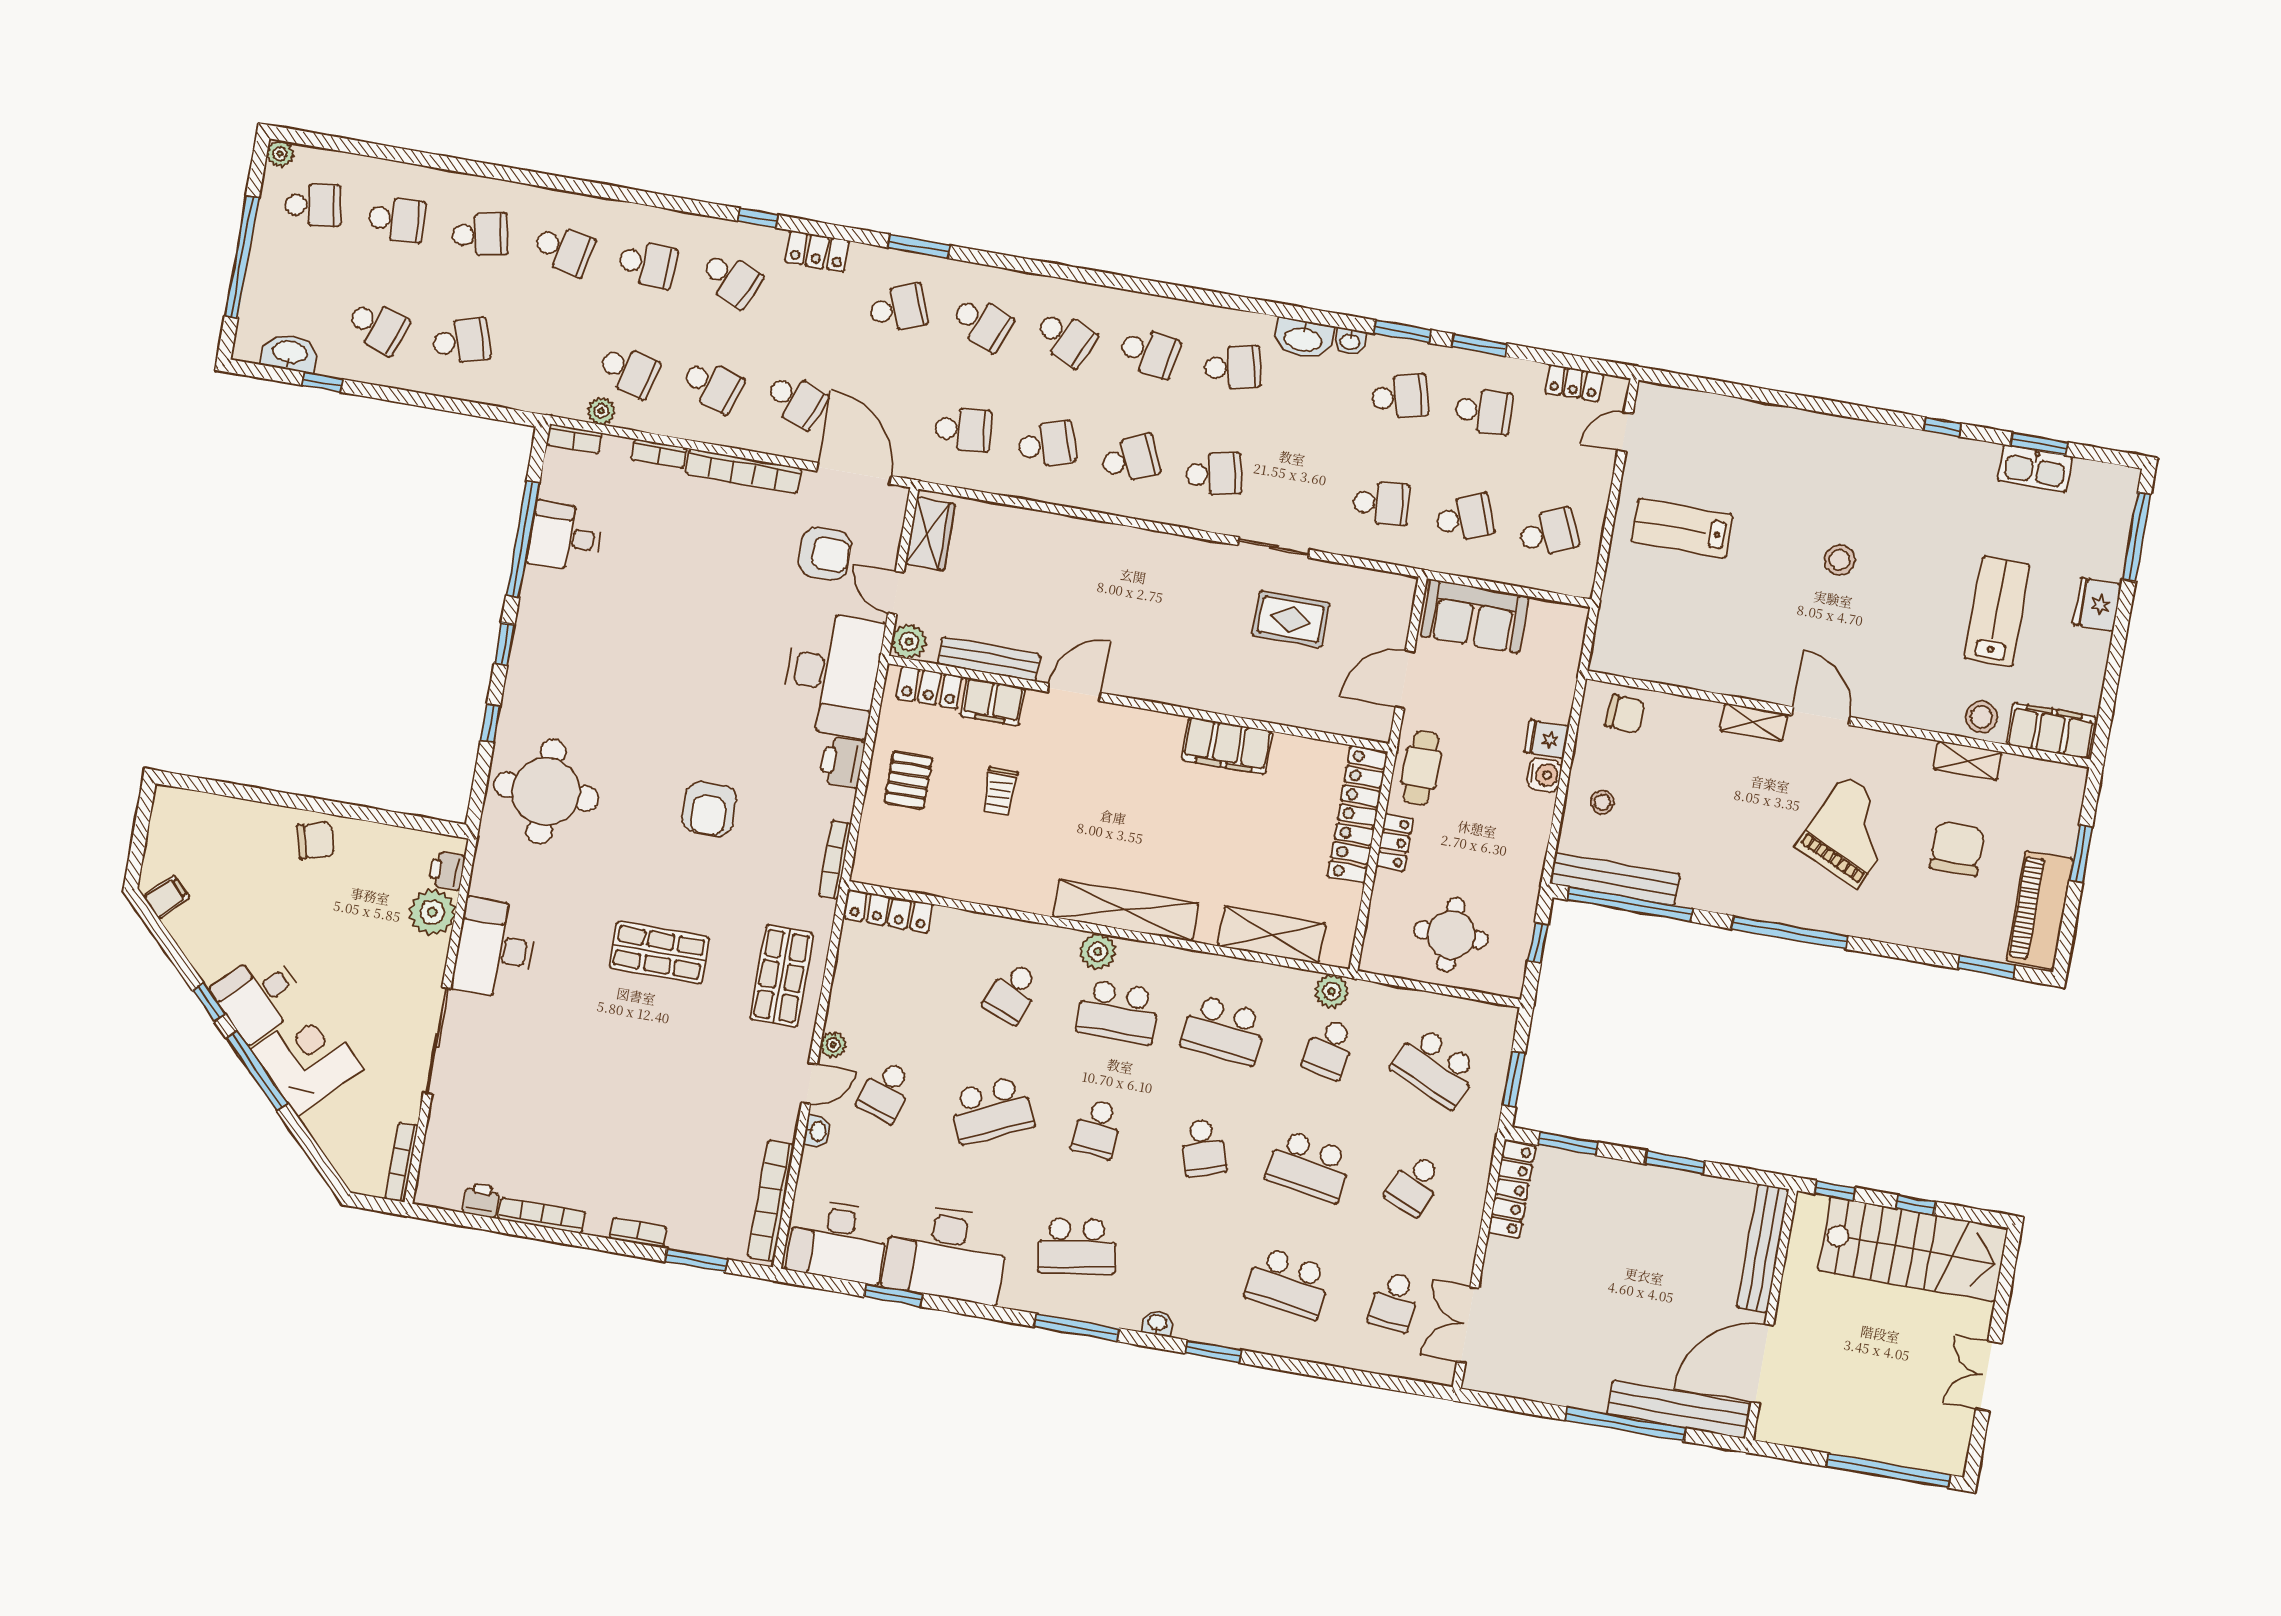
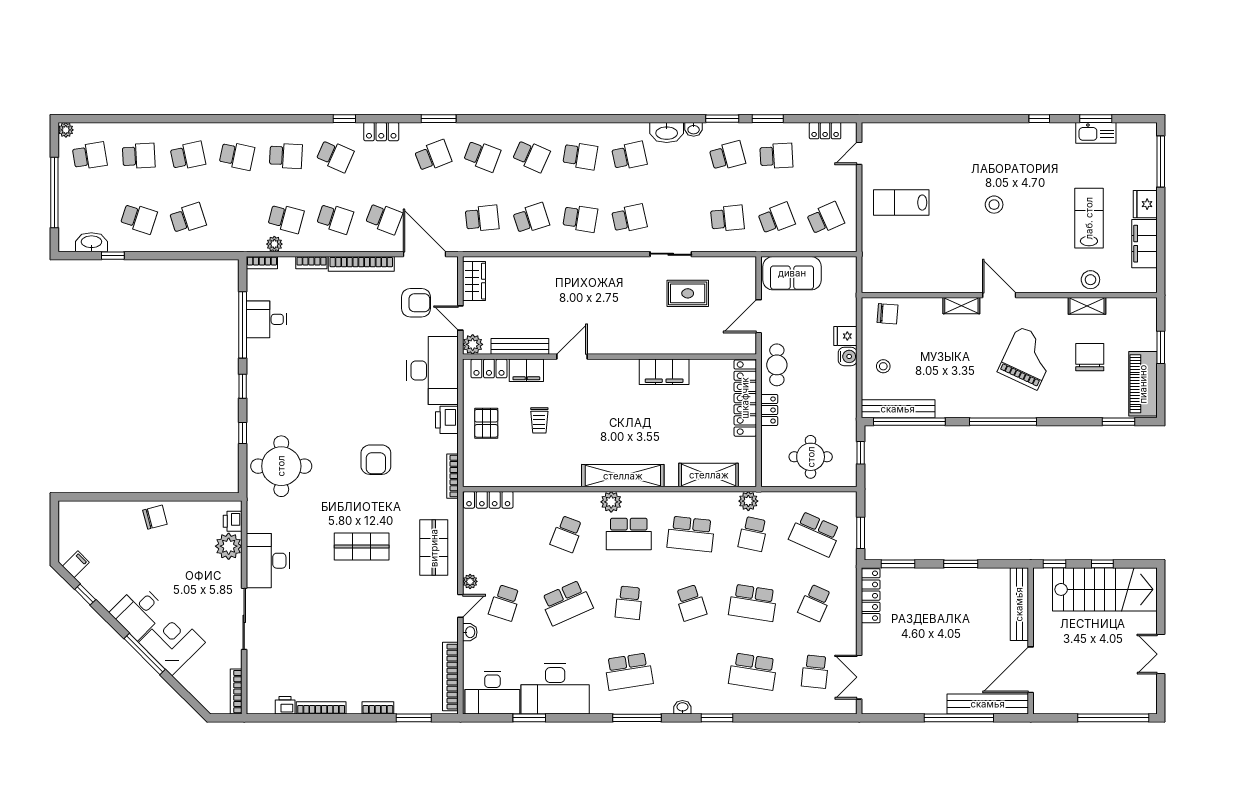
school desk: (1130, 459) -> (580, 218), turned 33
filing cabinet: (2051, 731) -> (1144, 244), moved, turned -90
window: (209, 1002) -> (85, 595), moved

